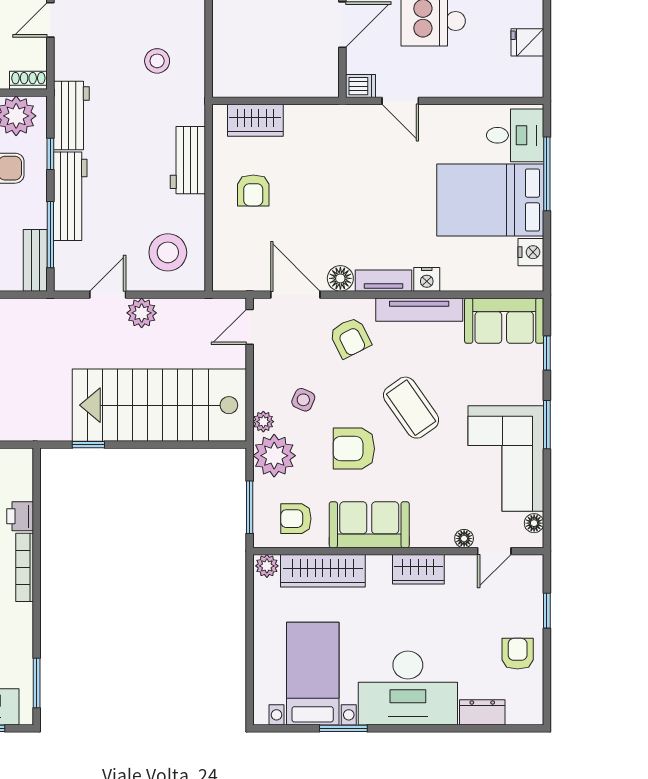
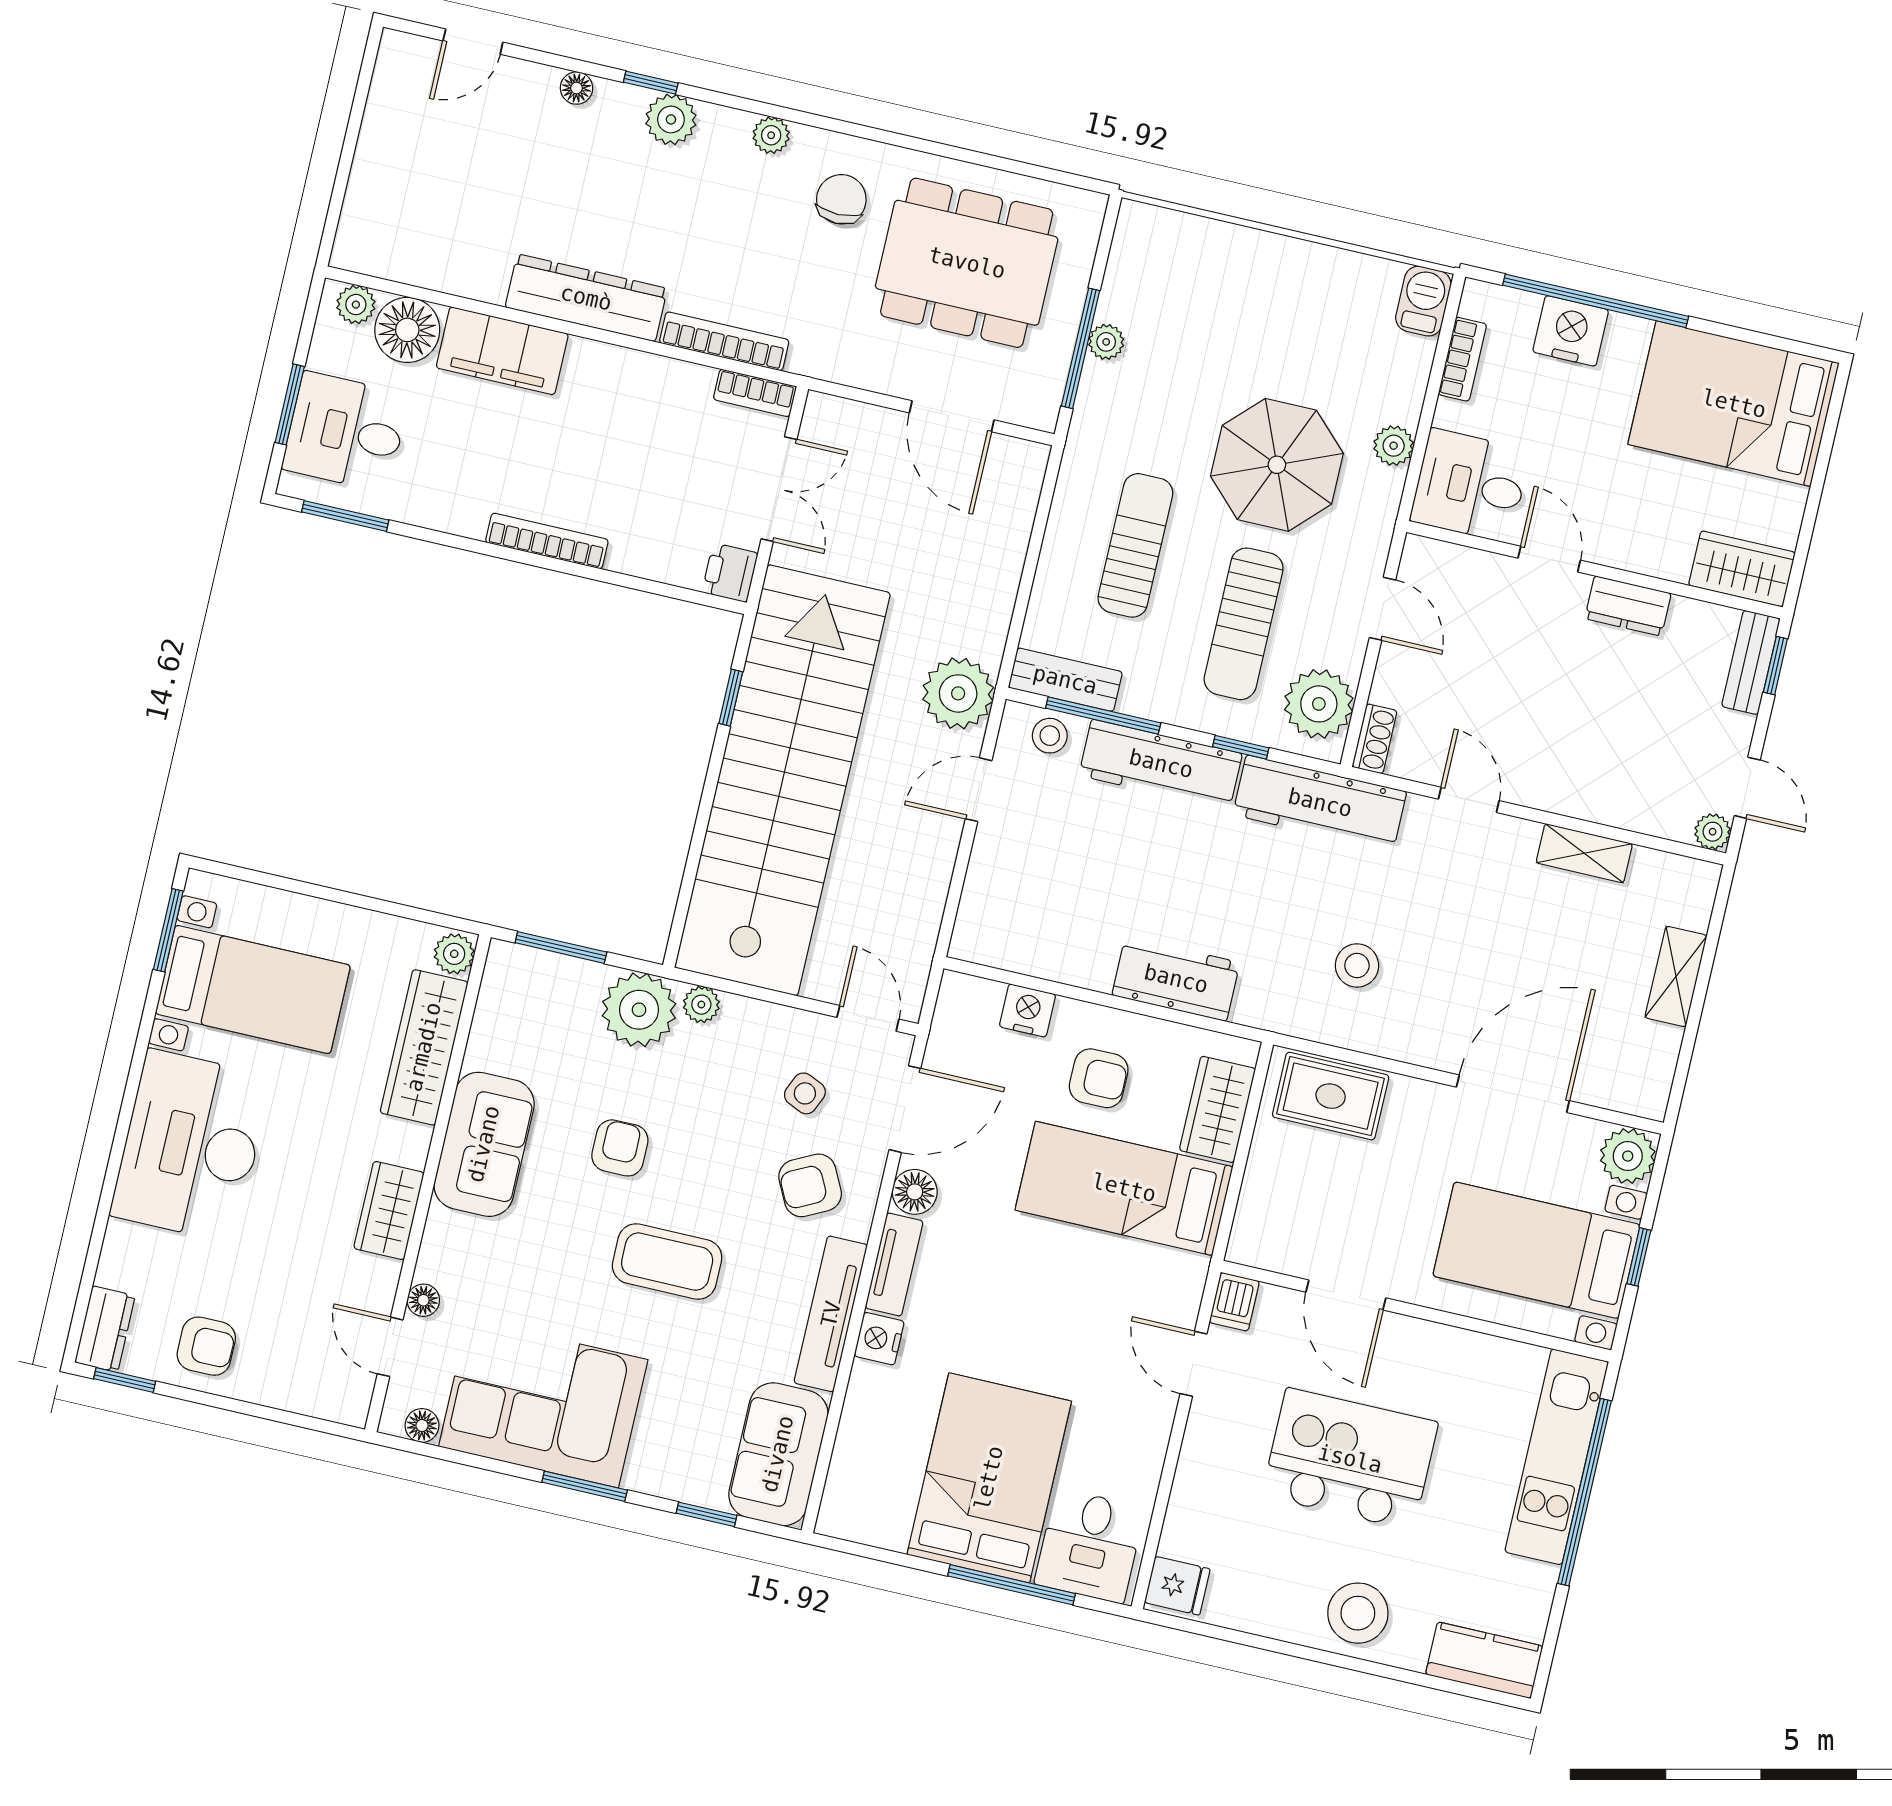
fridge: (527, 42) -> (1177, 1586), moved, turned 90
rug: (233, 59) -> (1331, 1096), added
door: (400, 101) -> (1193, 1364), hinge flipped
workbench: (71, 115) -> (1320, 803), width x1.37
bed: (311, 162) -> (1124, 1188), added
armchair: (253, 190) -> (1099, 1078), turned 180
stool: (168, 252) -> (1050, 736), moved, width x0.53, depth x0.53
nightstand: (531, 252) -> (1027, 1010), moved, turned 180
door: (108, 295) -> (979, 790), swing flipped
plant: (142, 313) -> (958, 693), moved, width x1.36, depth x1.36
side table: (303, 400) -> (805, 1093), moved
stairs: (159, 405) -> (783, 780), width x1.36
coffee table: (411, 408) -> (667, 1262), turned 35
armchair: (354, 449) -> (620, 1148), width x0.72, depth x0.72
printer: (20, 516) -> (730, 573), moved, turned -90
armchair: (296, 519) -> (523, 1022), removed
window: (547, 611) -> (125, 1380), moved
dresser: (482, 712) -> (105, 1329), moved
window: (343, 728) -> (168, 930), moved

